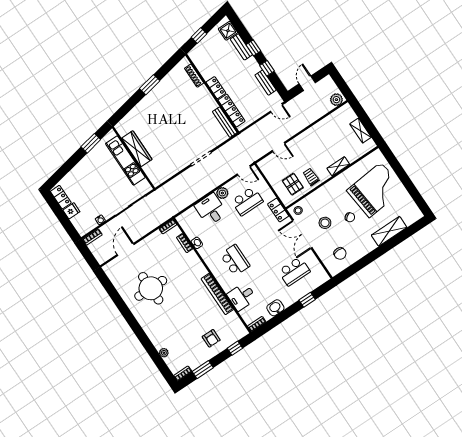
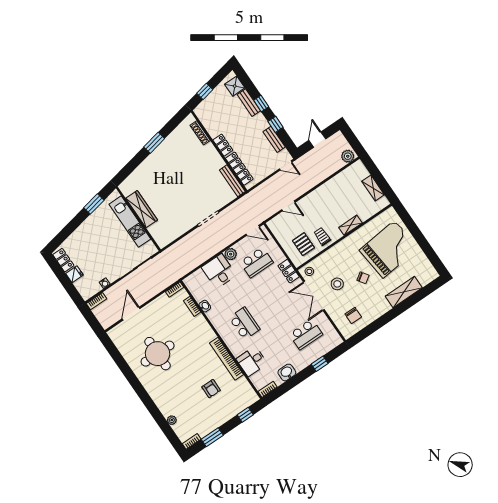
armchair: (211, 338) -> (211, 389), moved

